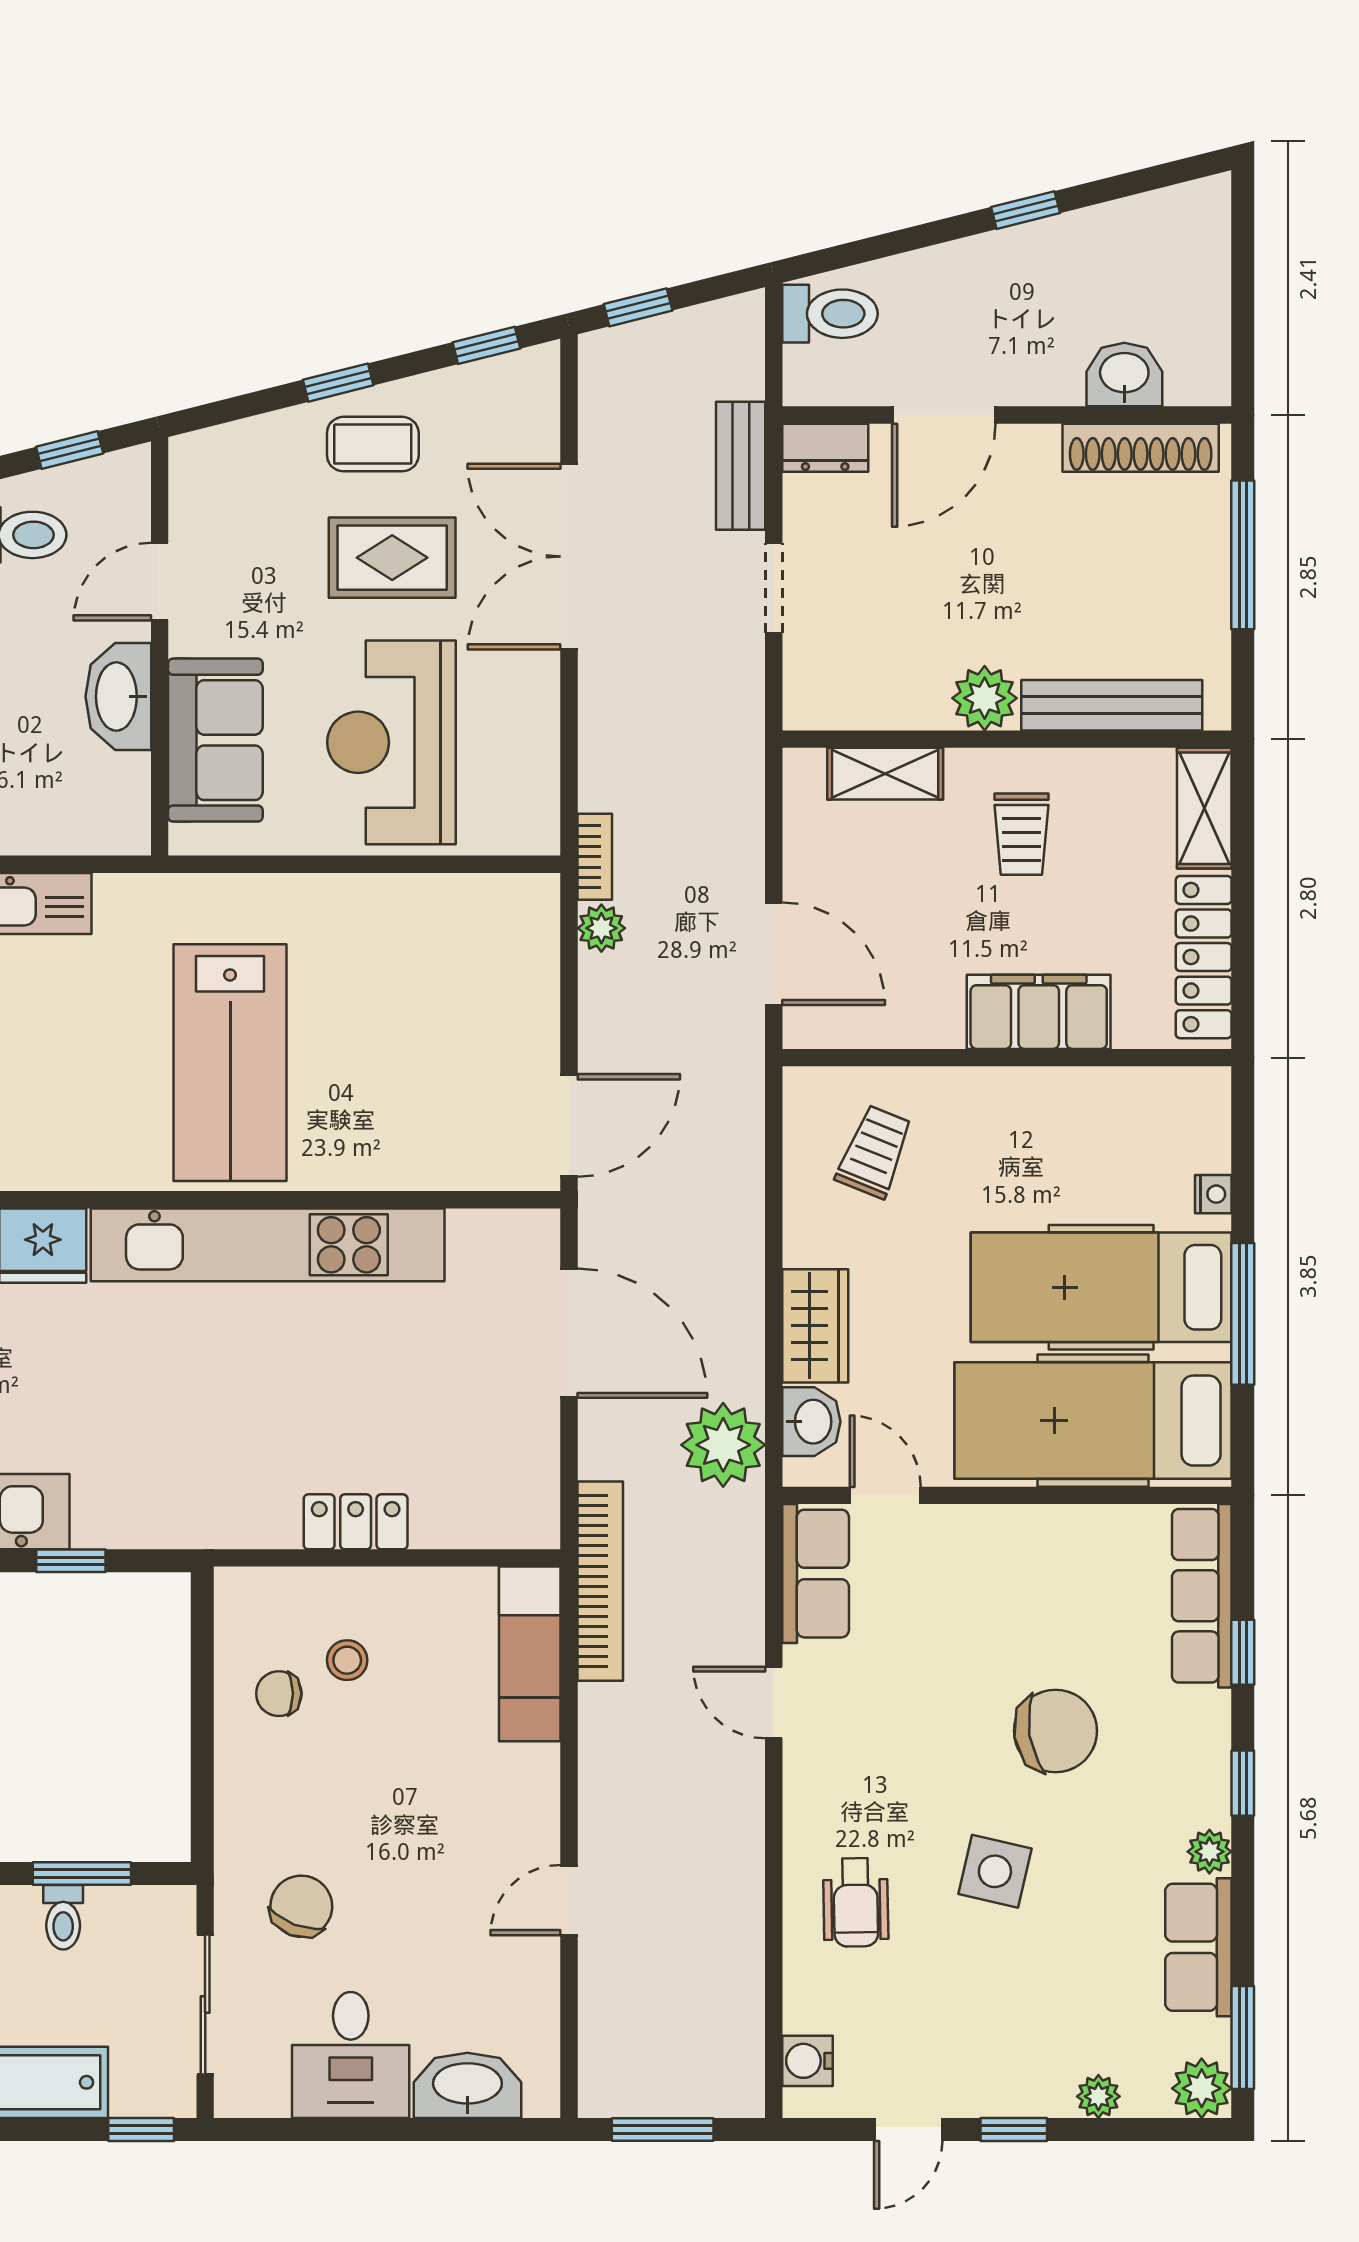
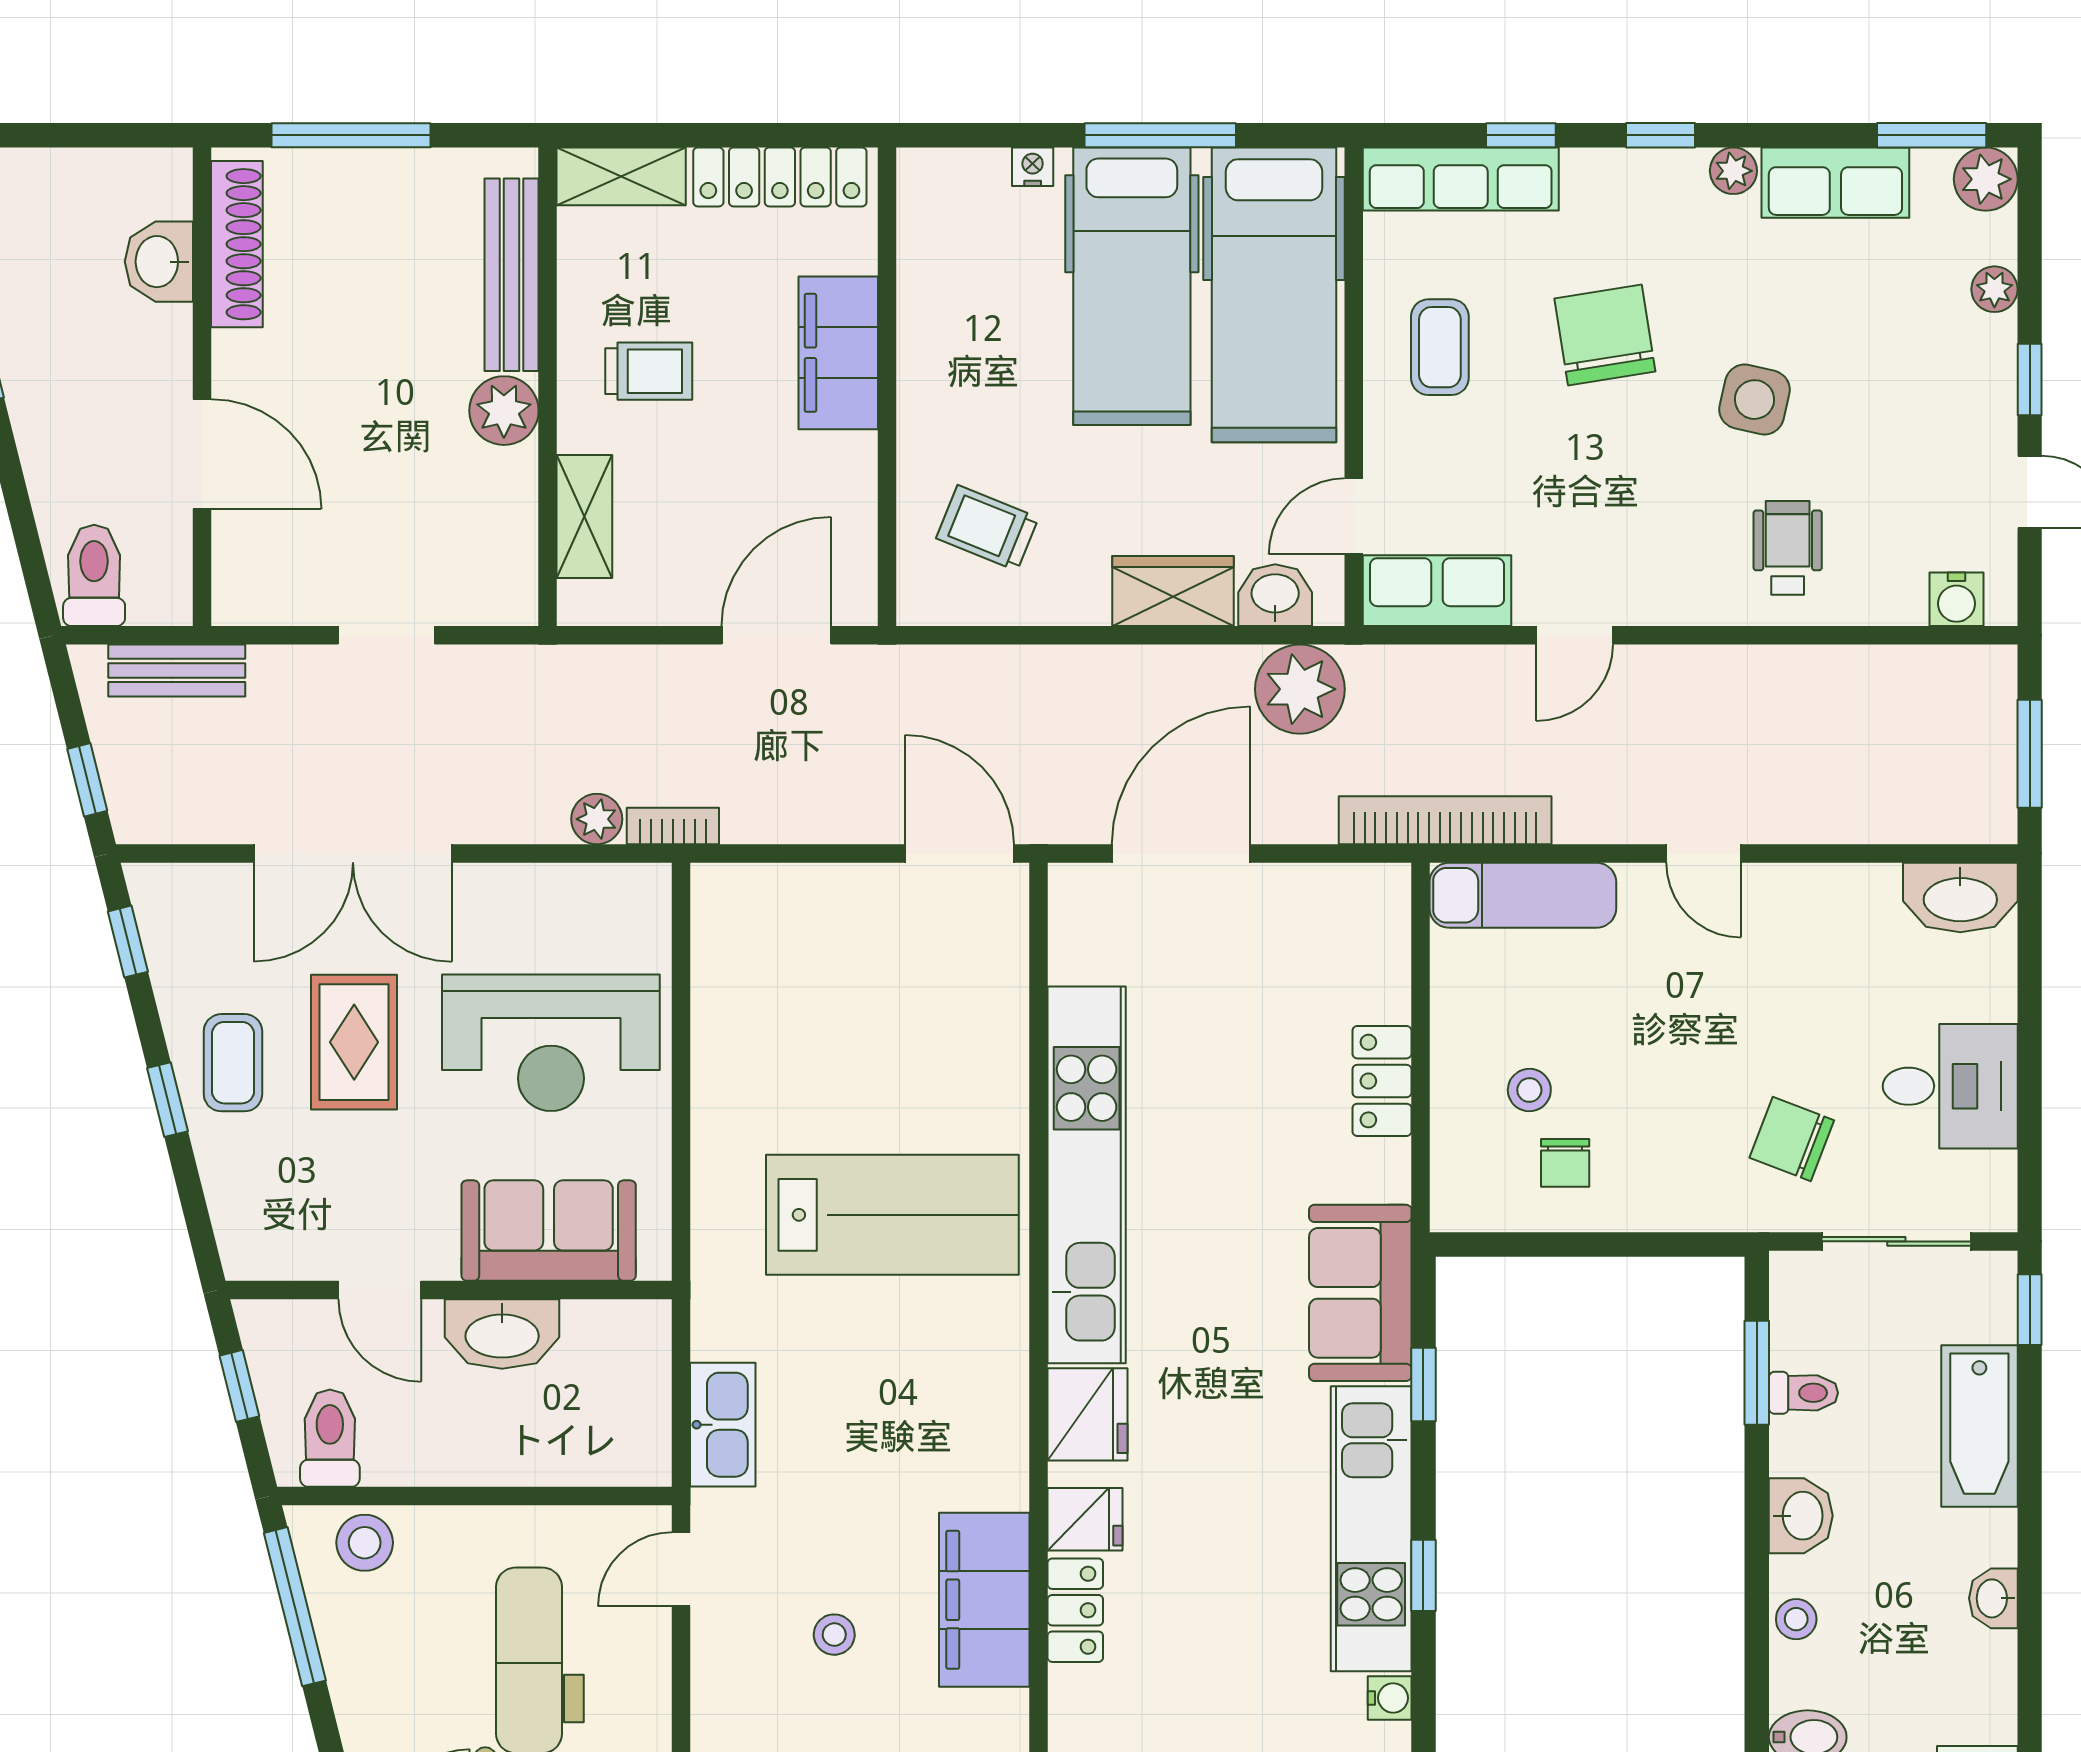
dresser: (825, 448) -> (237, 580), removed
bench: (741, 466) -> (177, 670), moved
plant: (601, 928) -> (597, 819), moved
sofa: (157, 1502) -> (1360, 1293), added
coffee table: (1044, 1576) -> (1440, 347), added
door: (569, 1900) -> (1704, 854), moved
wheelchair: (856, 1902) -> (1788, 548), turned -89
washbasin: (467, 2085) -> (1960, 898), moved, turned -90

